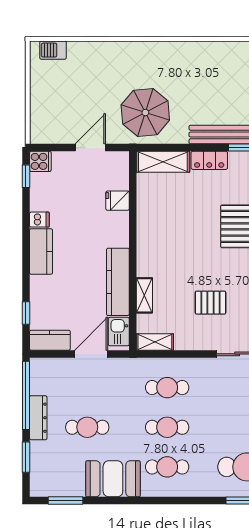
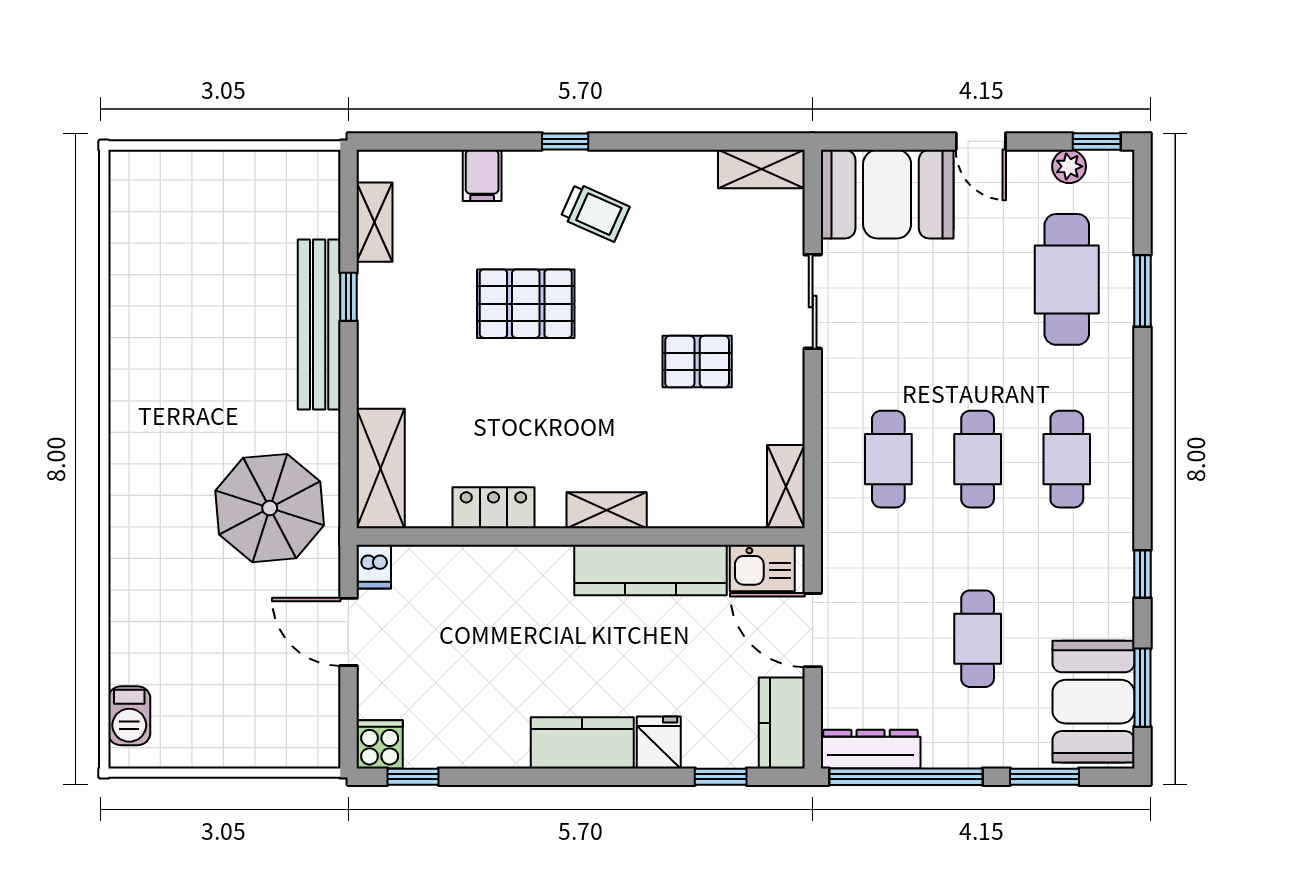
locker: (209, 160) -> (493, 508), moved, turned -90
fridge: (118, 201) -> (659, 742), moved, turned 180
dishwasher: (39, 220) -> (374, 567), moved, turned 180
shelving: (144, 295) -> (607, 510), moved
pallet: (210, 303) -> (697, 362), turned 90
dresser: (38, 418) -> (871, 749), moved
booth: (113, 479) -> (1093, 702), moved
window: (116, 501) -> (1142, 574), added

